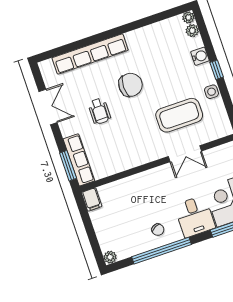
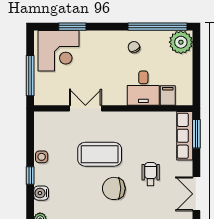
coffee table: (179, 115) -> (100, 154), moved
filing cabinet: (92, 199) -> (168, 95), moved
desk: (195, 216) -> (143, 88), moved, turned 180
window: (162, 251) -> (158, 27), moved
plant: (110, 257) -> (181, 42), width x1.87, depth x1.87

